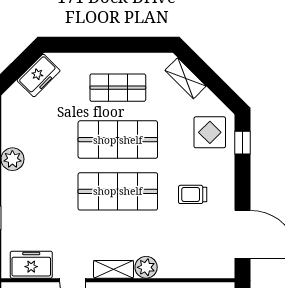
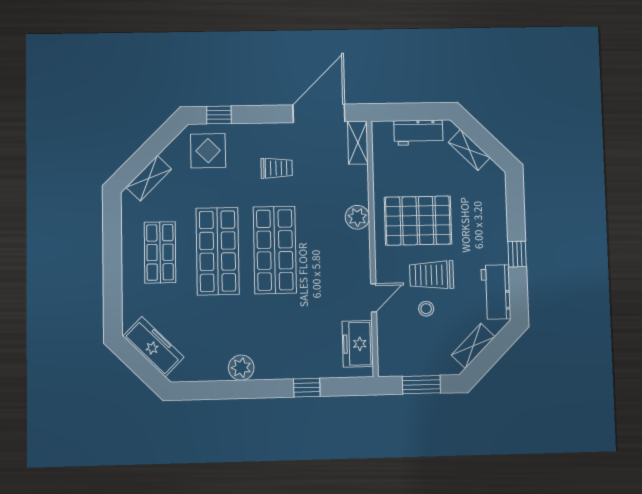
freezer: (39, 76) -> (153, 347), width x1.40
trolley: (193, 194) -> (277, 168), turned -90
shelving: (114, 269) -> (358, 143), moved

